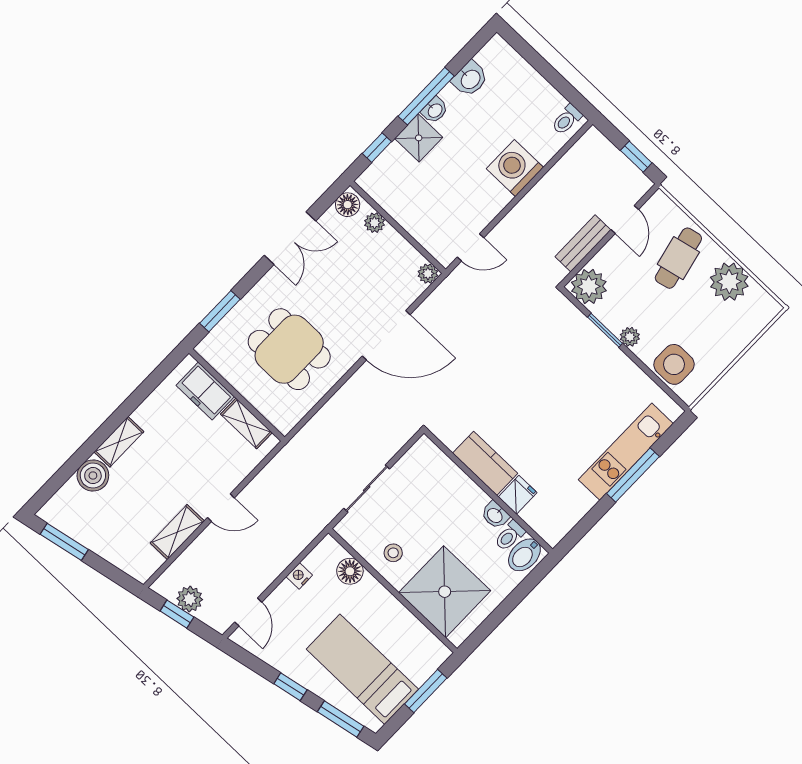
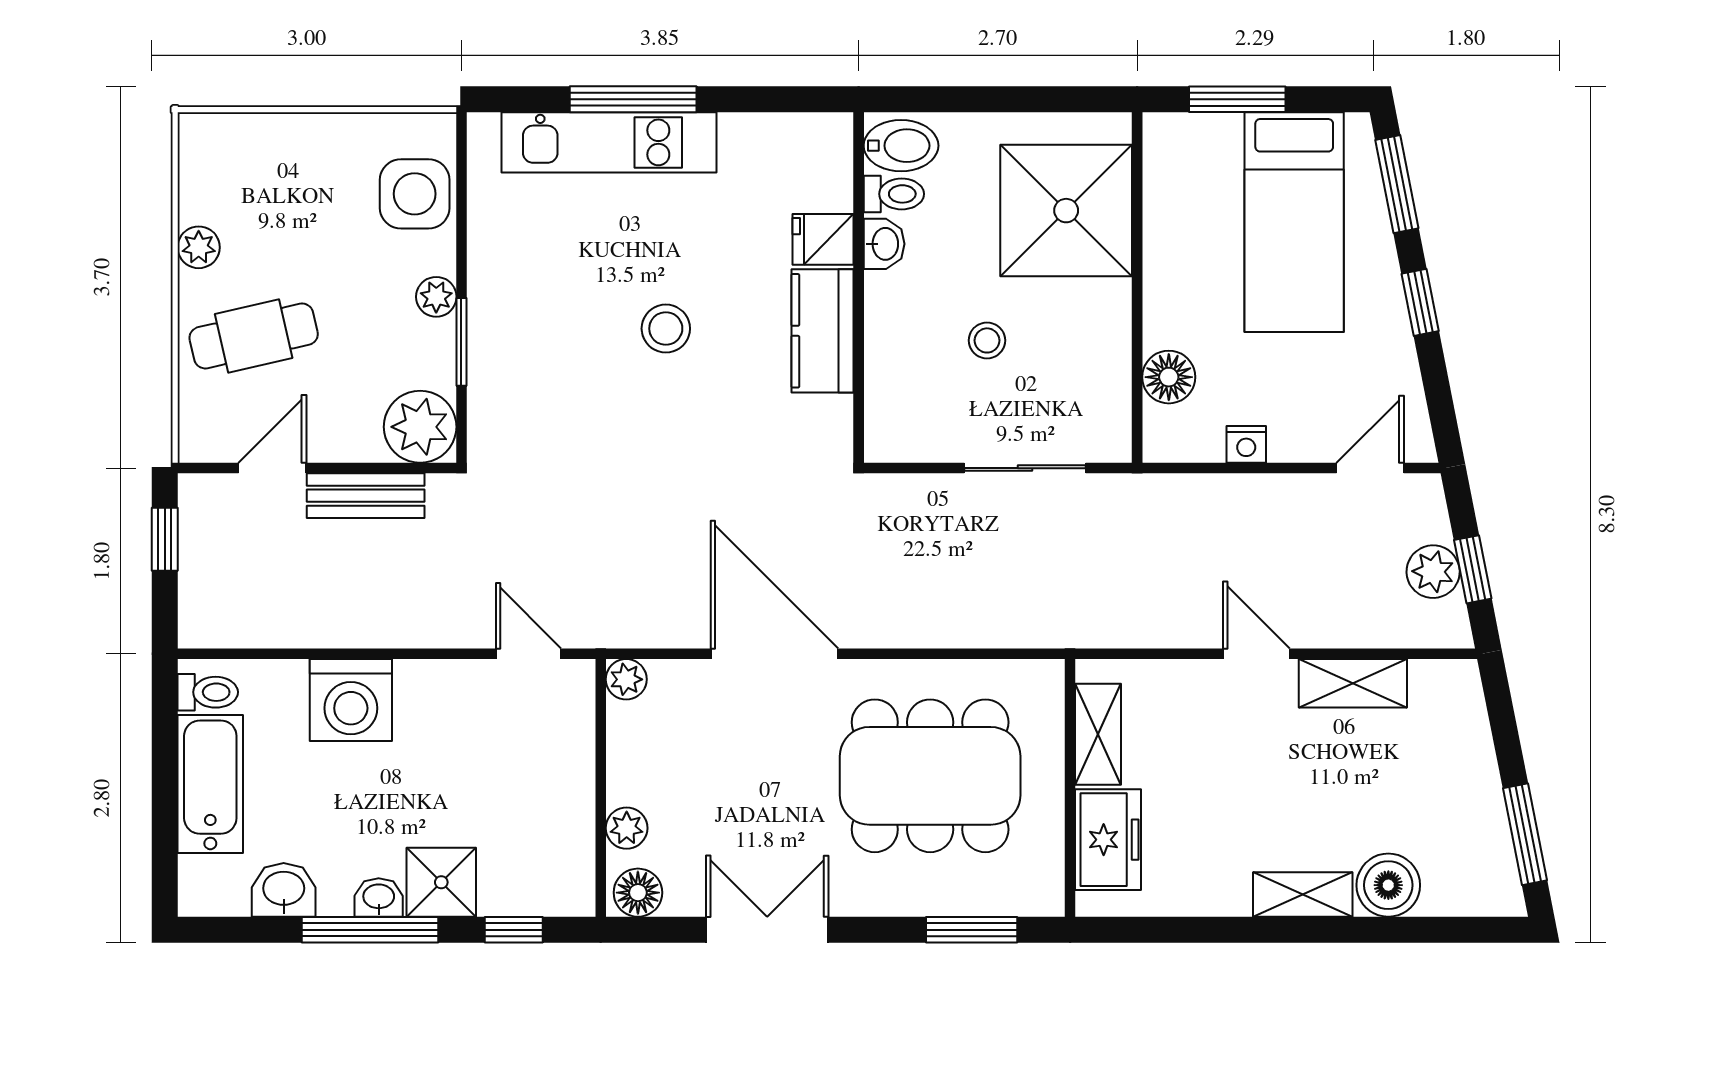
bathtub: (533, 89) -> (210, 784), added
plant: (729, 282) -> (199, 247), width x0.53, depth x0.53
dining table: (289, 349) -> (930, 776), width x1.38
stool: (540, 408) -> (666, 329), added
stool: (393, 553) -> (987, 340), moved

